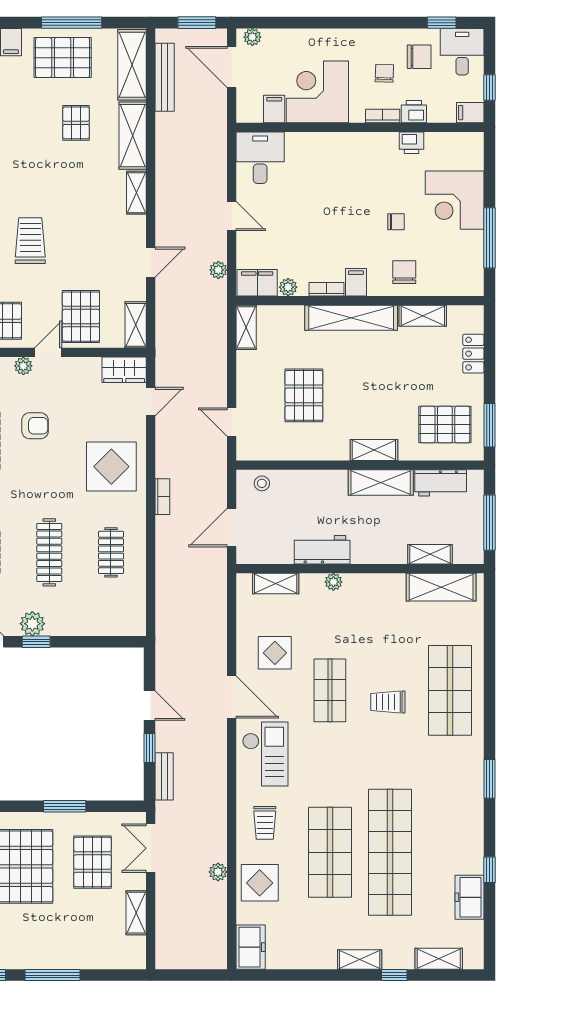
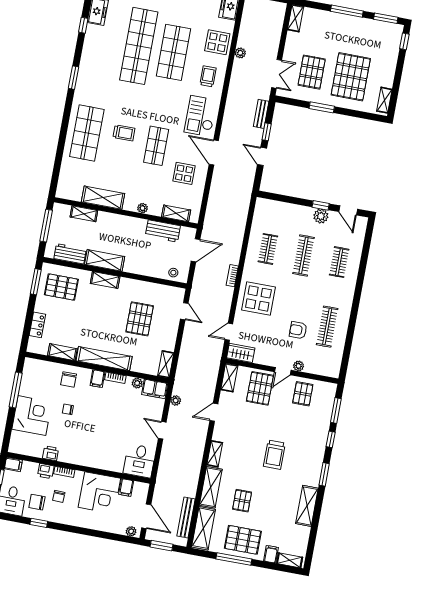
window: (442, 23) -> (39, 523), moved
trolley: (30, 241) -> (274, 455), moved
workbench: (322, 550) -> (163, 231), moved
shelving: (441, 587) -> (103, 198), moved
shelving: (136, 913) -> (296, 18), moved

